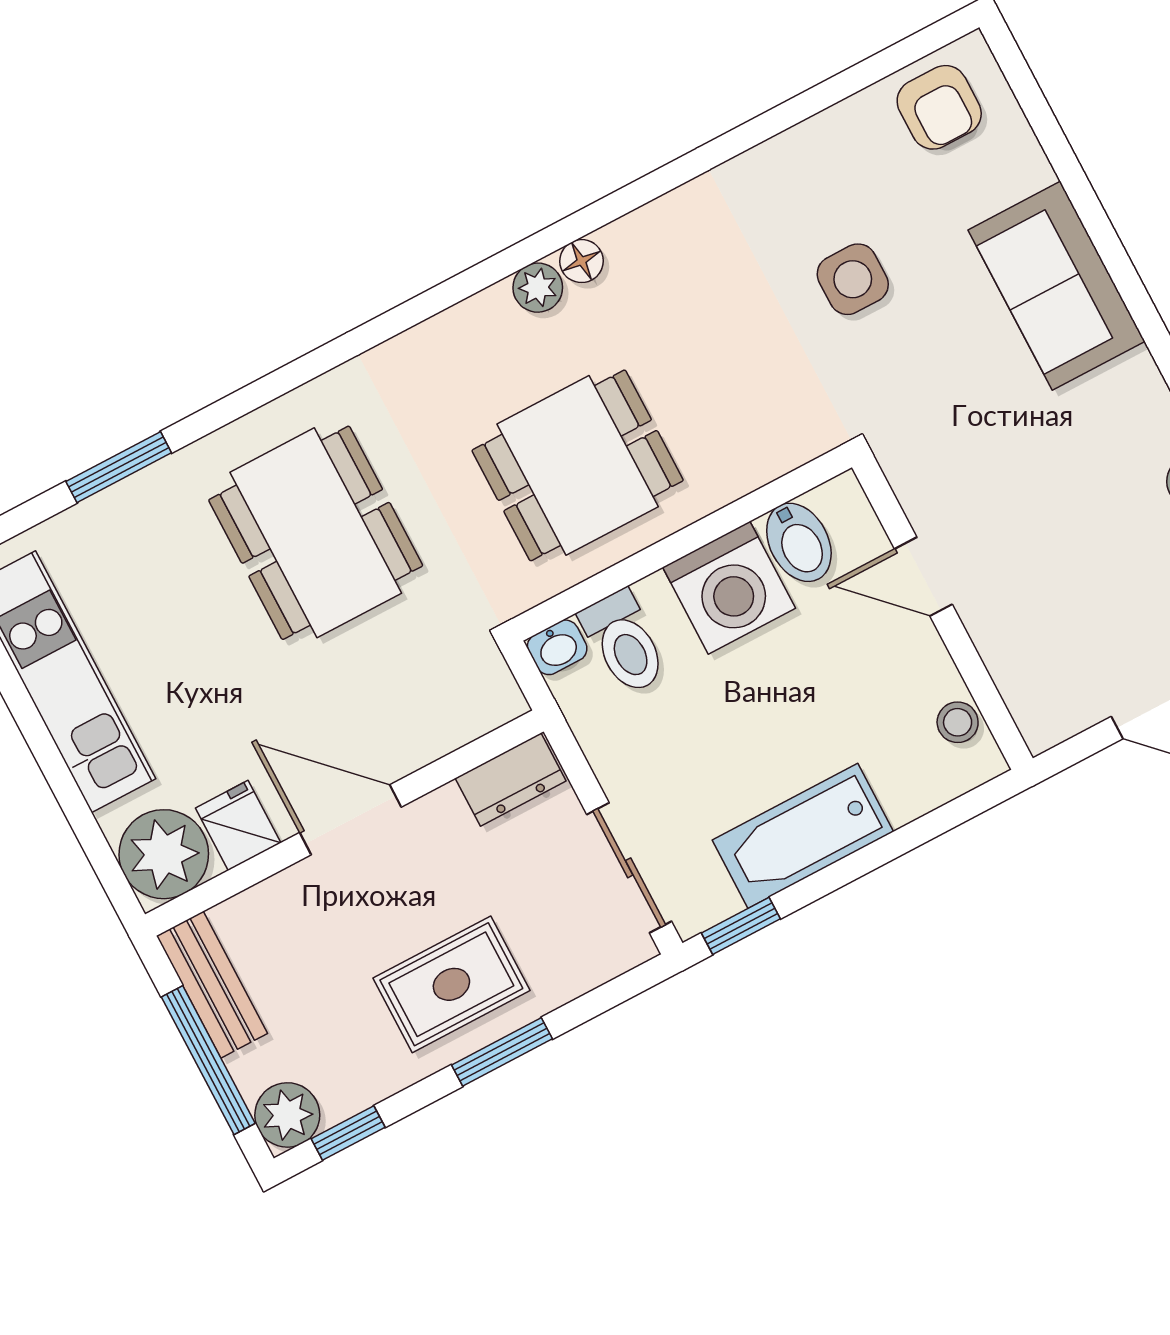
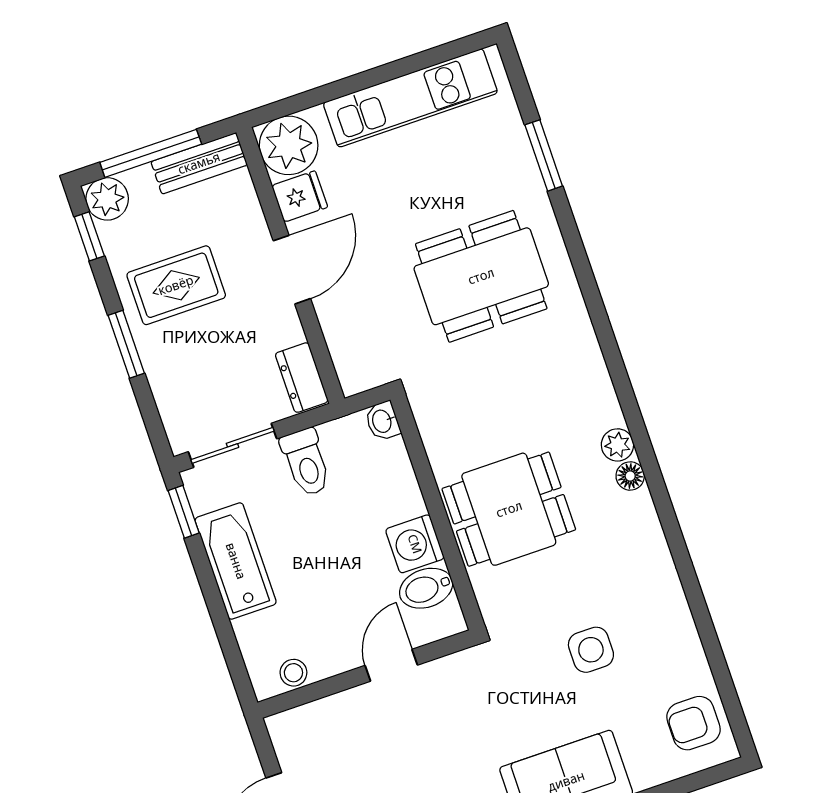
dining table: (578, 465) -> (509, 509), moved, turned 90
washing machine: (729, 588) -> (415, 544), width x0.73, depth x0.73
toilet: (624, 642) -> (306, 462), moved, turned -90
rug: (451, 984) -> (176, 285), moved, turned 90

